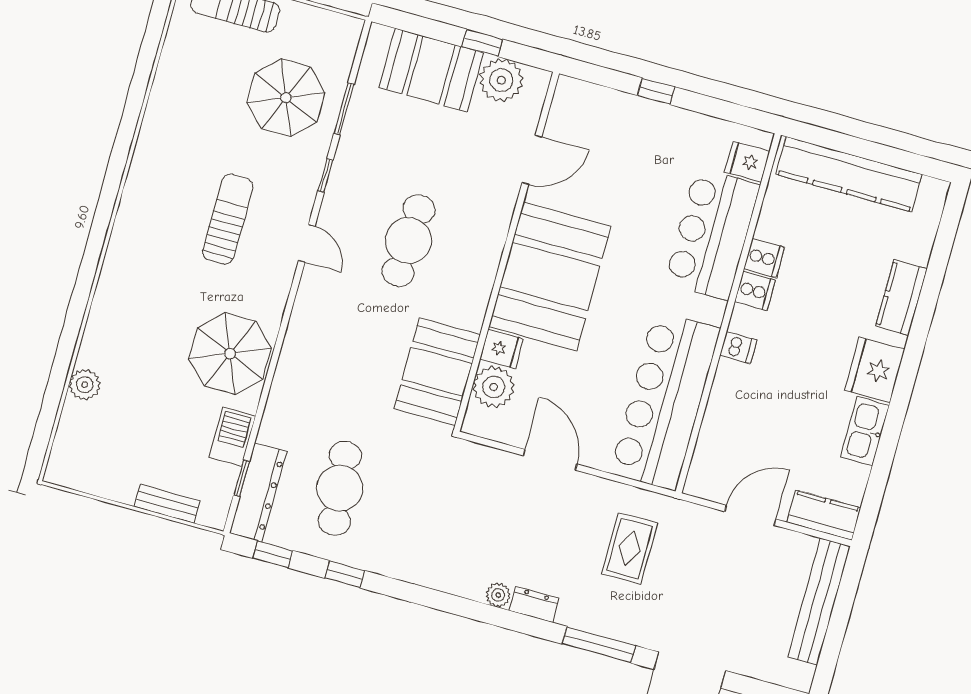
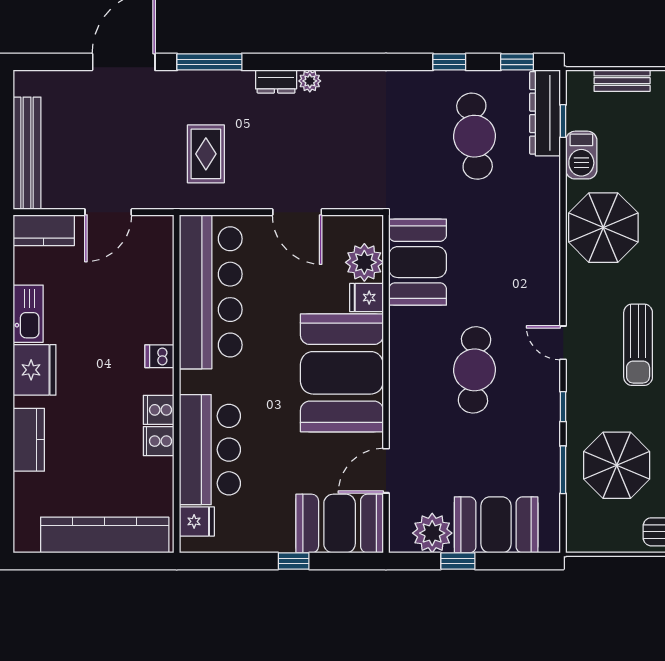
booth: (597, 117) -> (340, 524), added

